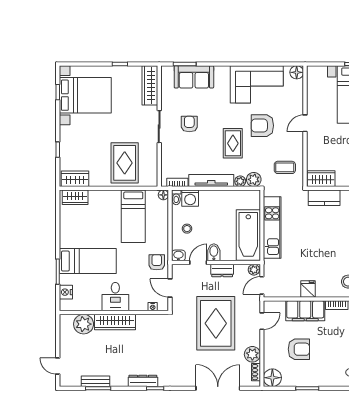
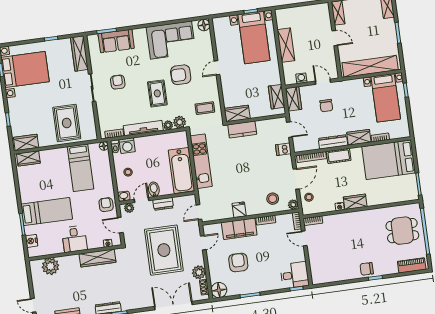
plant: (254, 270) -> (129, 208), moved
wardrobe: (115, 322) -> (97, 258), moved
armchair: (299, 349) -> (238, 262), turned -90

